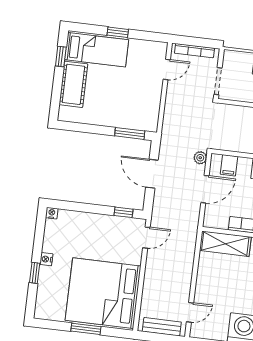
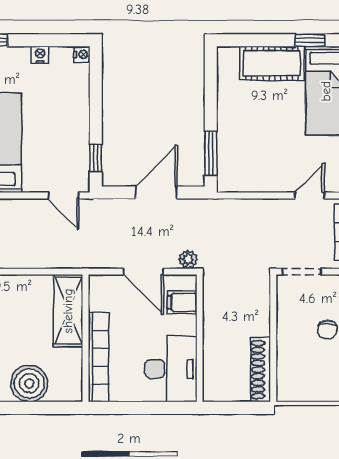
door: (167, 69) -> (310, 196), swing flipped
nightstand: (46, 259) -> (40, 55), moved

